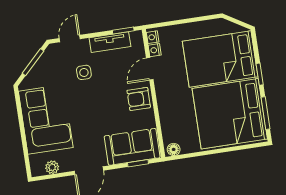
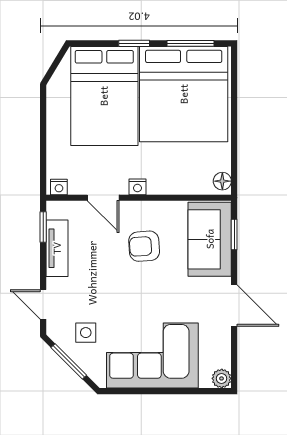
nightstand: (155, 50) -> (137, 187), moved
side table: (84, 72) -> (86, 333), moved
armchair: (139, 99) -> (144, 246), moved, turned 86
plant: (52, 167) -> (222, 378), moved

